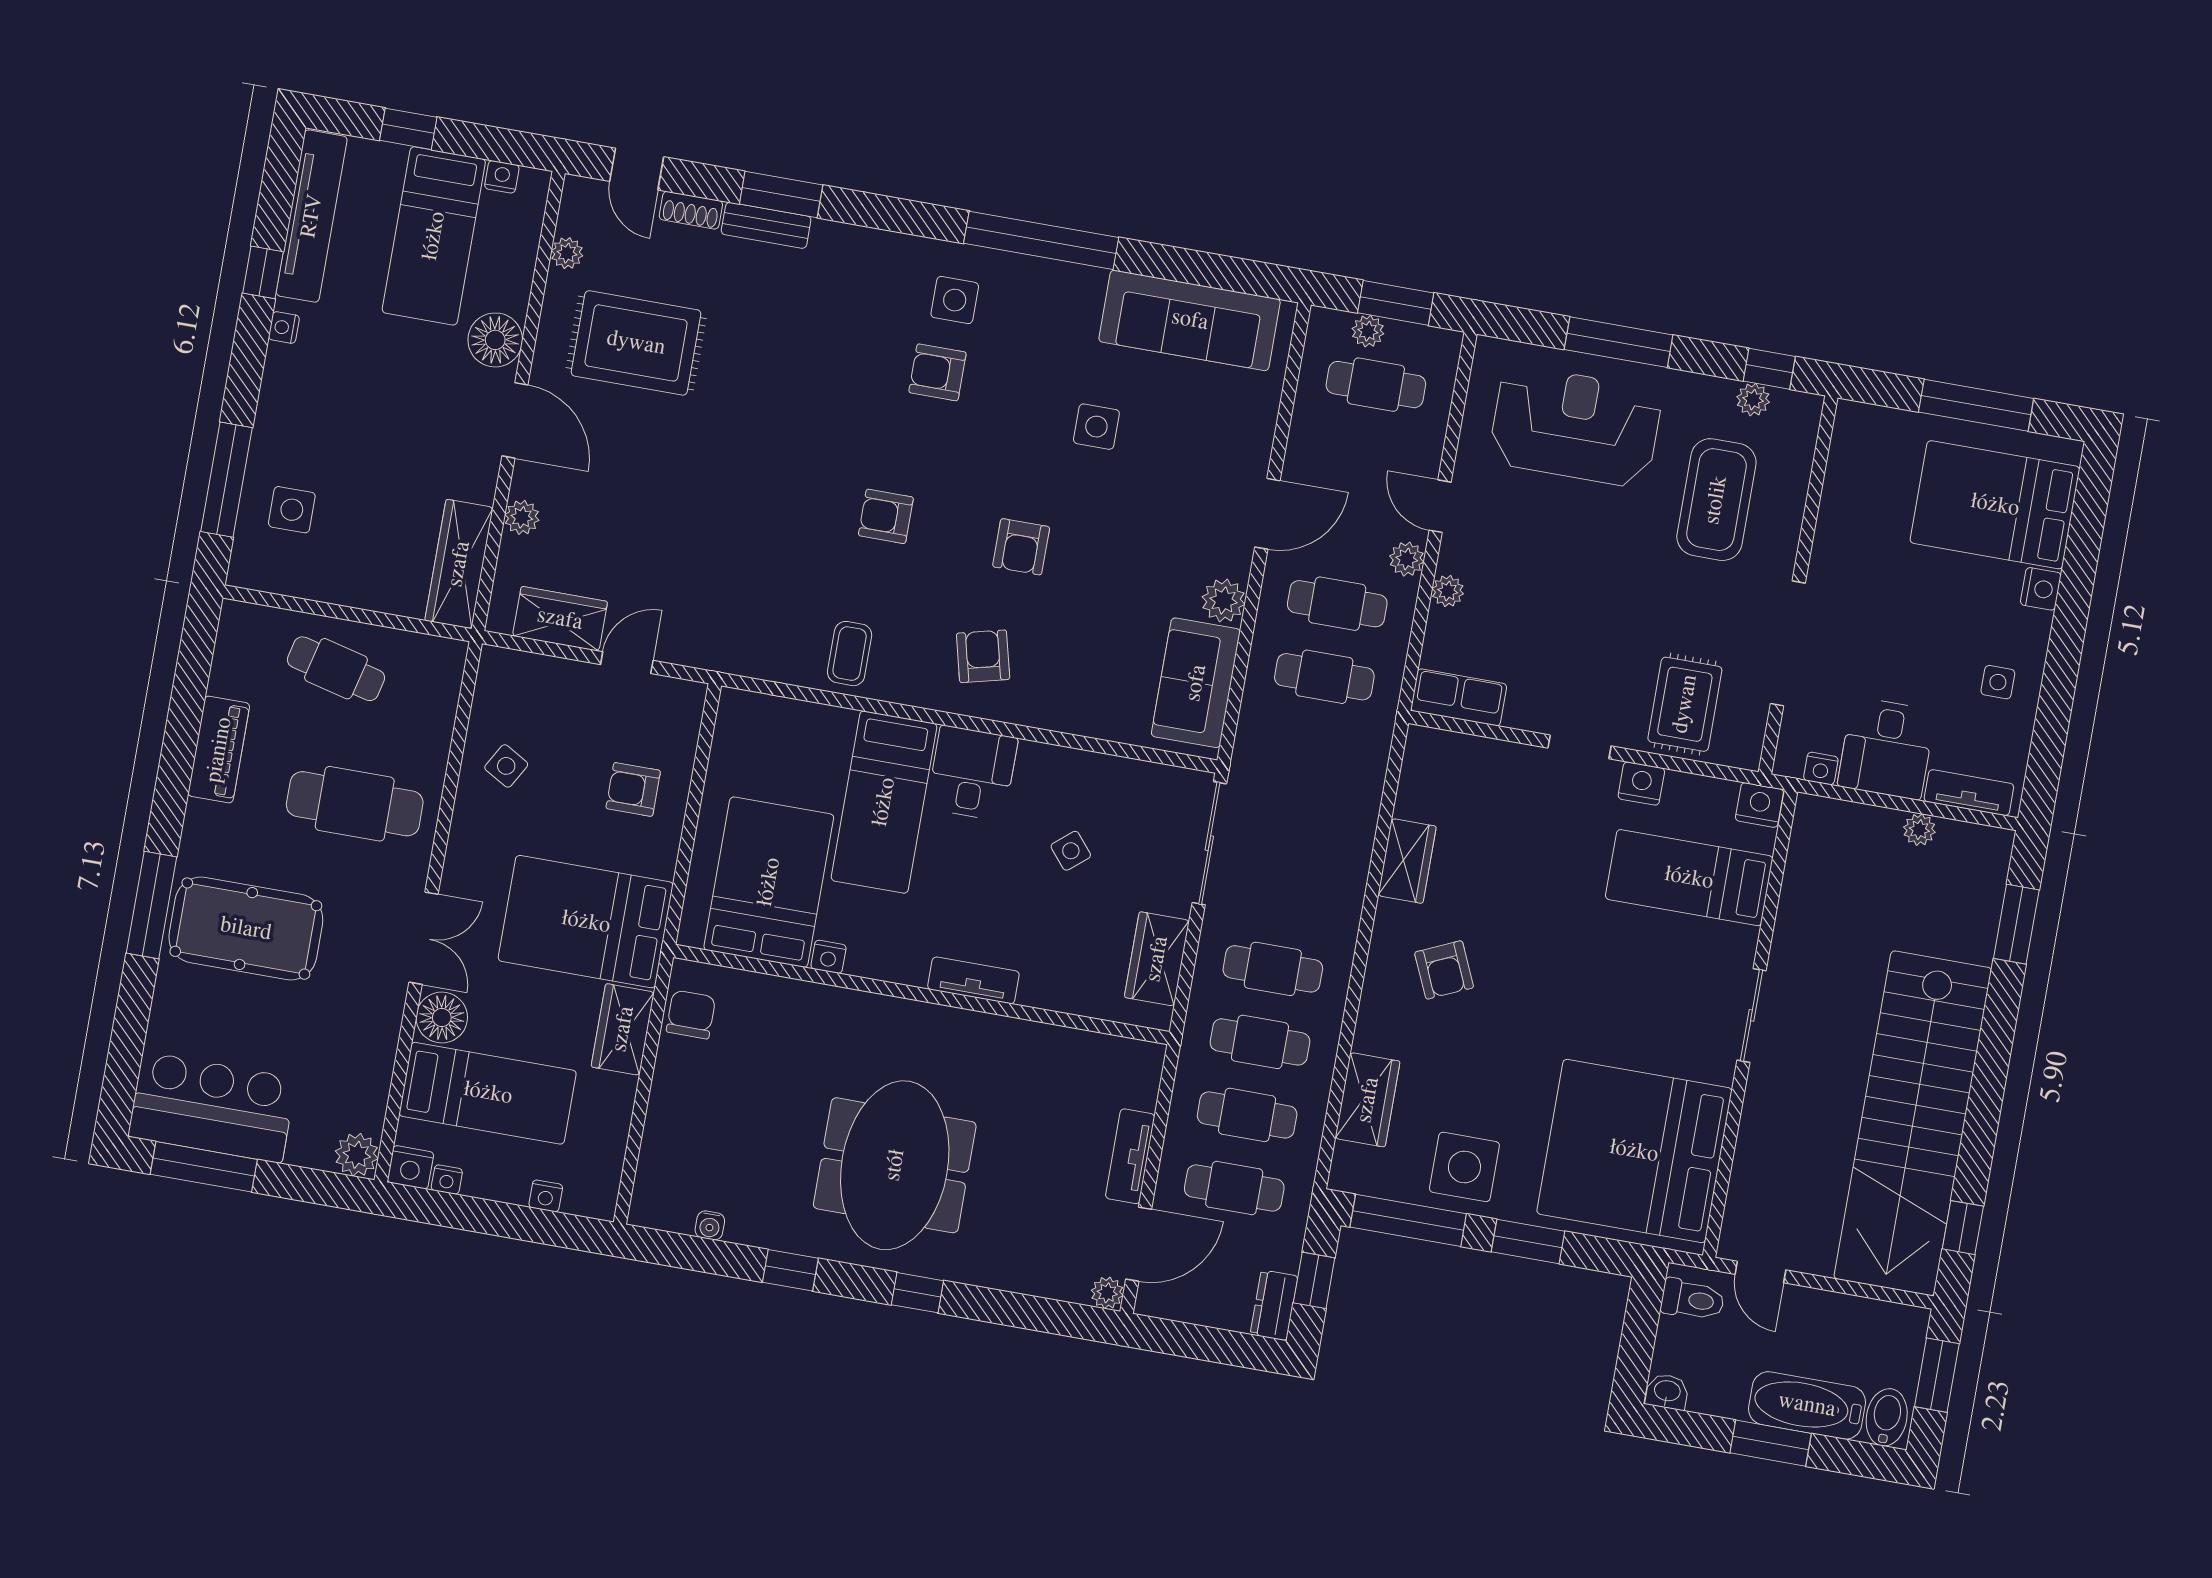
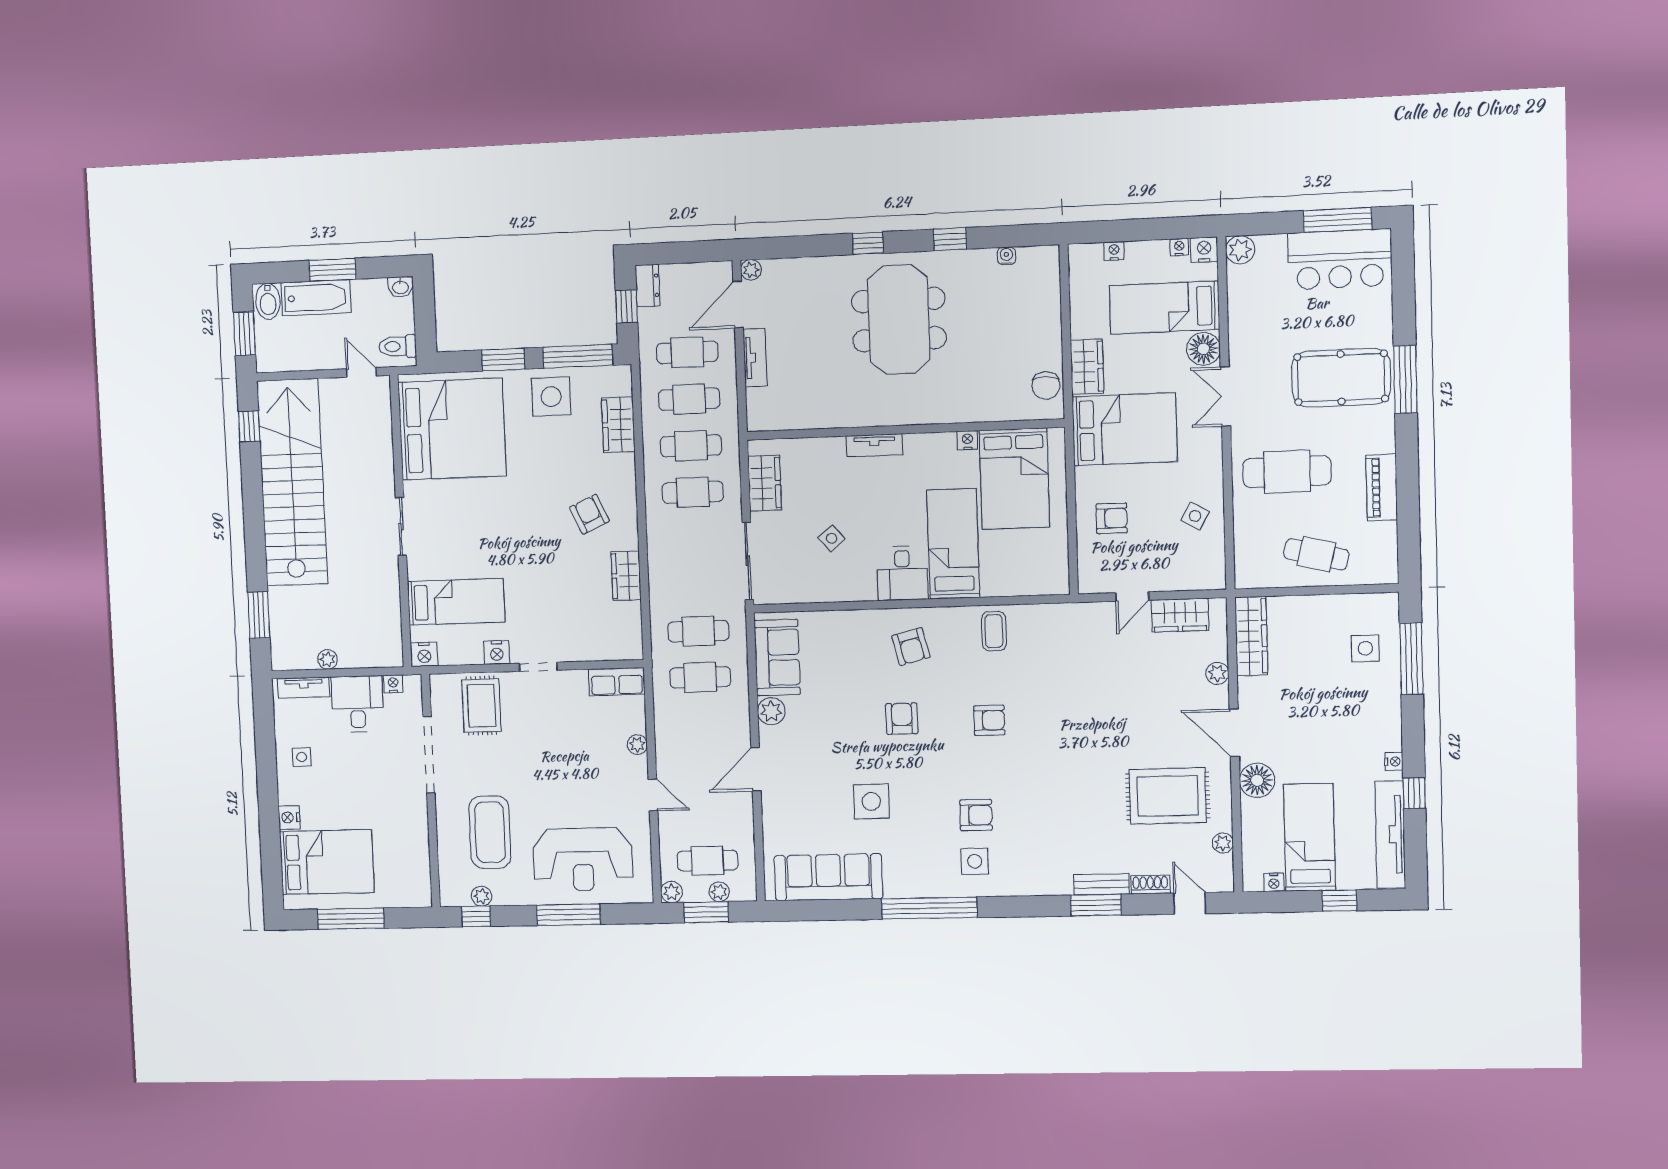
side table: (1096, 427) -> (871, 801), width x1.37, depth x1.37
plant: (1407, 559) -> (671, 892), moved
cafe table: (1337, 604) -> (698, 631), moved

